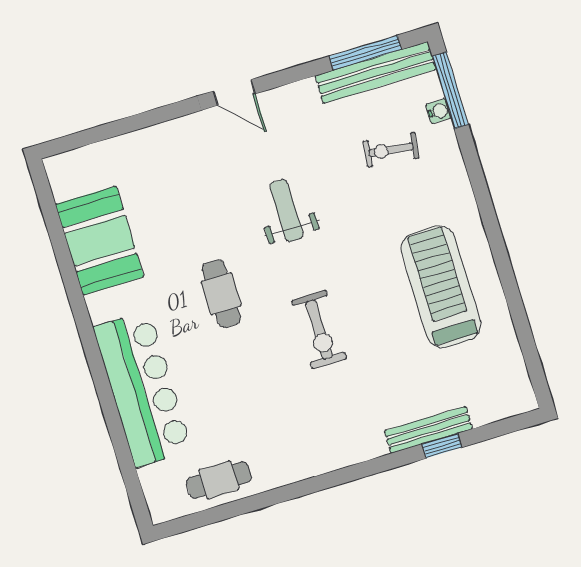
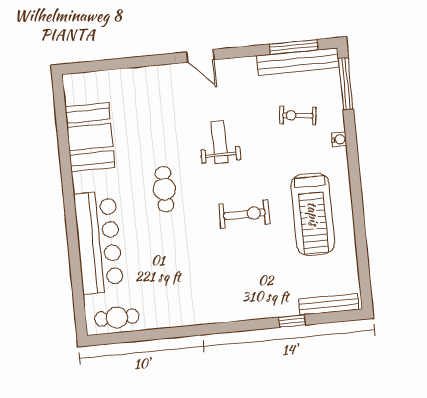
water cooler: (438, 111) -> (339, 139), moved
treadmill: (441, 287) -> (313, 214), turned 180
exercise bike: (319, 330) -> (244, 214), moved, turned -90
bench: (428, 430) -> (329, 304), moved
cafe table: (219, 480) -> (117, 318), moved

